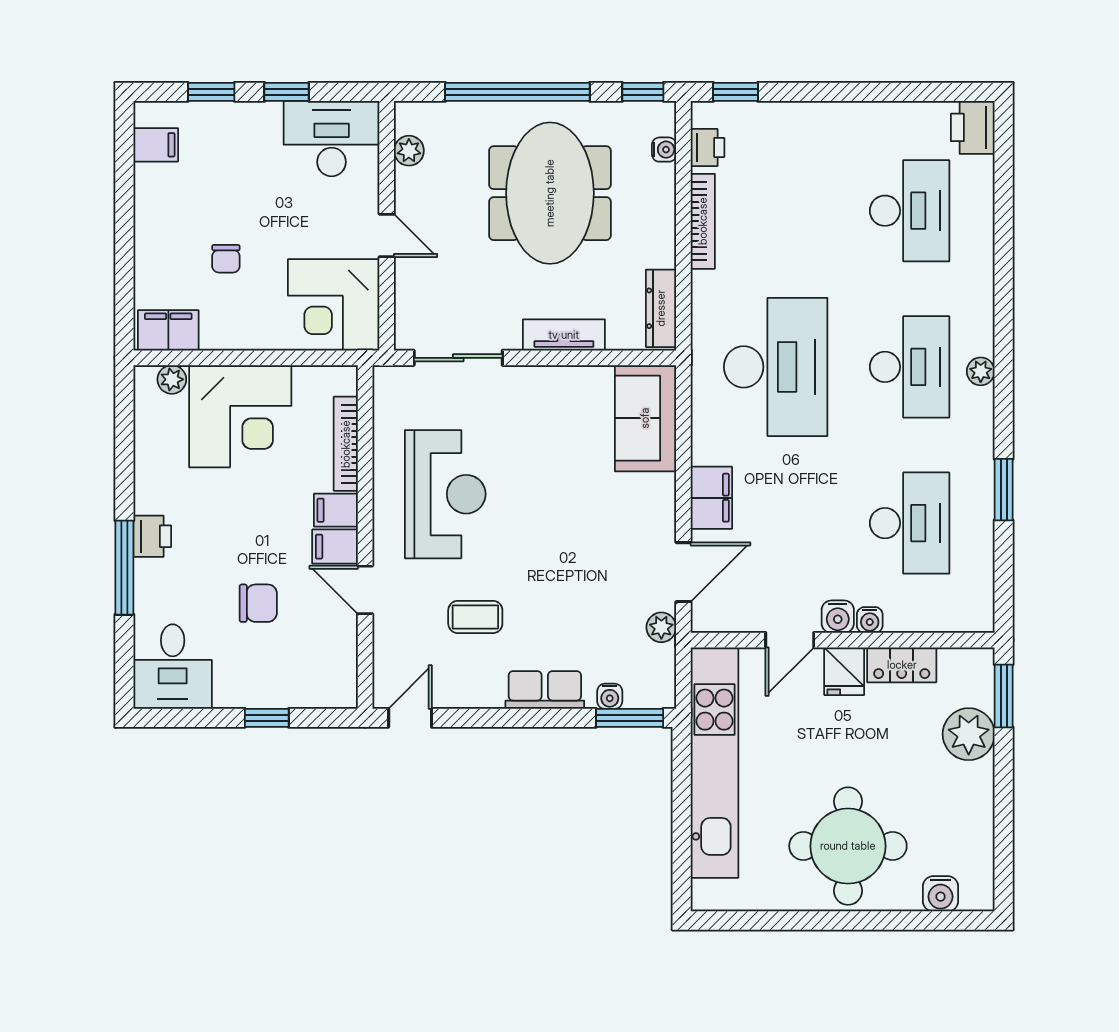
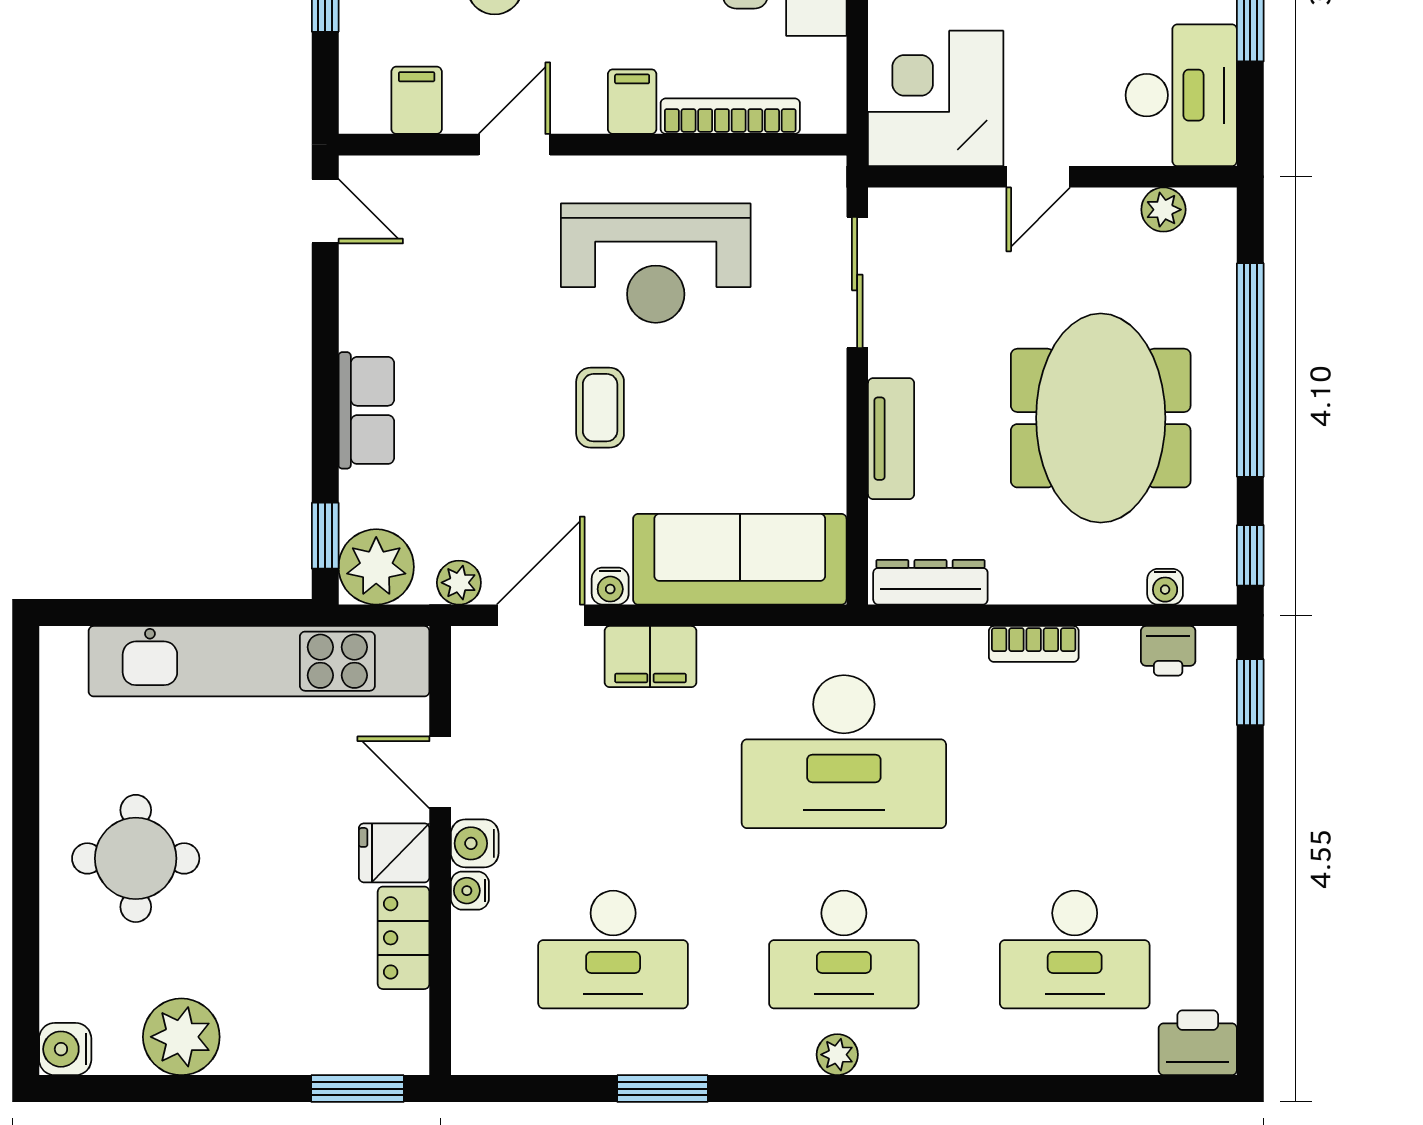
meeting table: (550, 193) -> (1101, 418), turned 90
bookcase: (703, 221) -> (1034, 644), width x0.64
sofa: (645, 418) -> (740, 559), width x1.36
filing cabinet: (335, 547) -> (417, 100), moved
door: (683, 572) -> (541, 615), swing flipped
coffee table: (475, 617) -> (600, 408), moved
plant: (651, 683) -> (376, 567), added
water cooler: (610, 696) -> (610, 586), moved, turned -90
window: (630, 718) -> (325, 536), width x0.67
plant: (969, 734) -> (181, 1037), moved
round table: (848, 846) -> (136, 858), width x0.73, depth x0.73
water cooler: (941, 894) -> (65, 1049), moved

